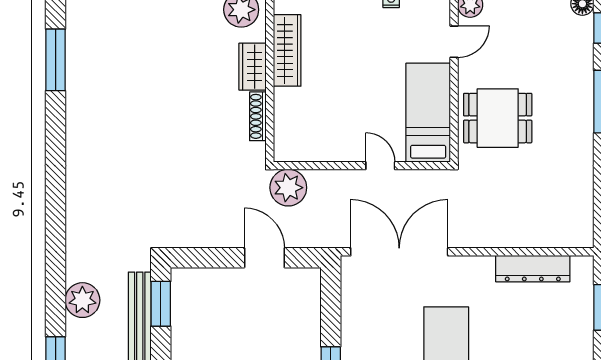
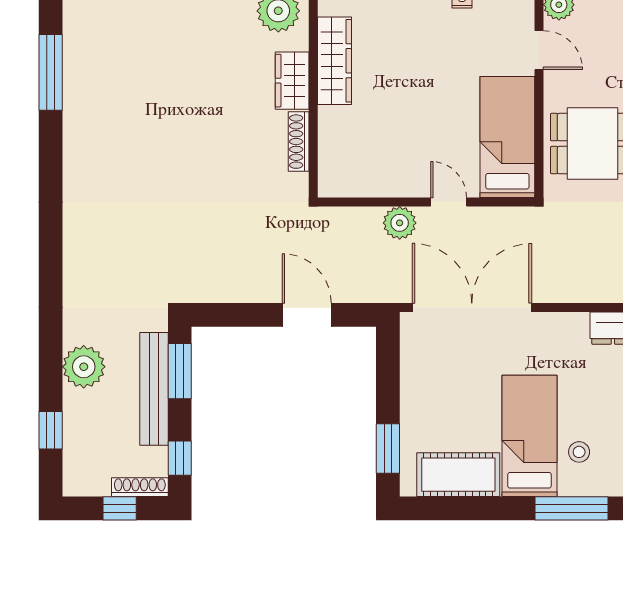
door: (454, 42) -> (539, 50), hinge flipped
plant: (288, 188) -> (400, 223), moved, width x0.73, depth x0.73

